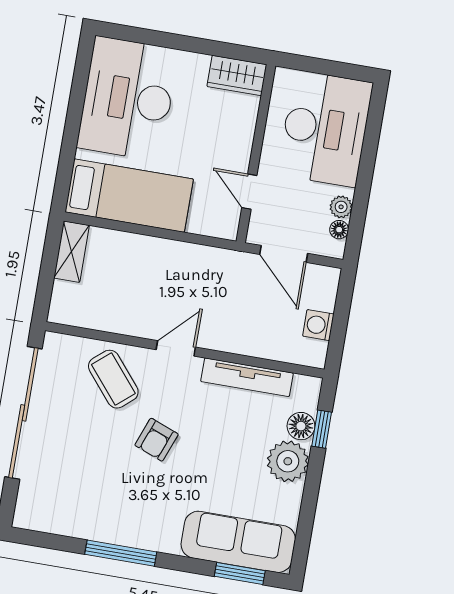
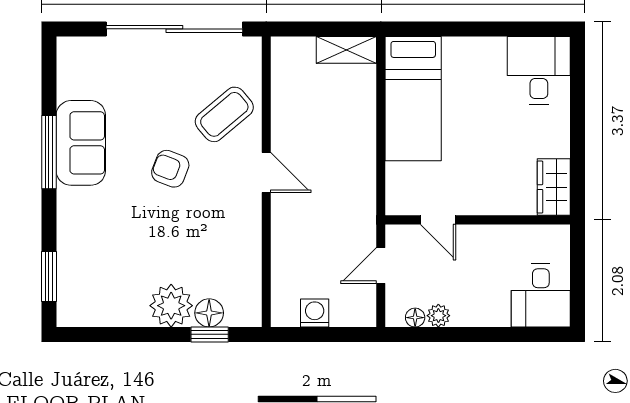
desk: (128, 99) -> (539, 70), width x0.53, depth x0.77
desk: (325, 129) -> (541, 295), width x0.53, depth x0.77
door: (249, 192) -> (438, 220), swing flipped
door: (284, 254) -> (381, 266), width x0.73
tv unit: (247, 377) -> (249, 250), removed
sofa: (238, 542) -> (81, 143), moved, width x0.73

